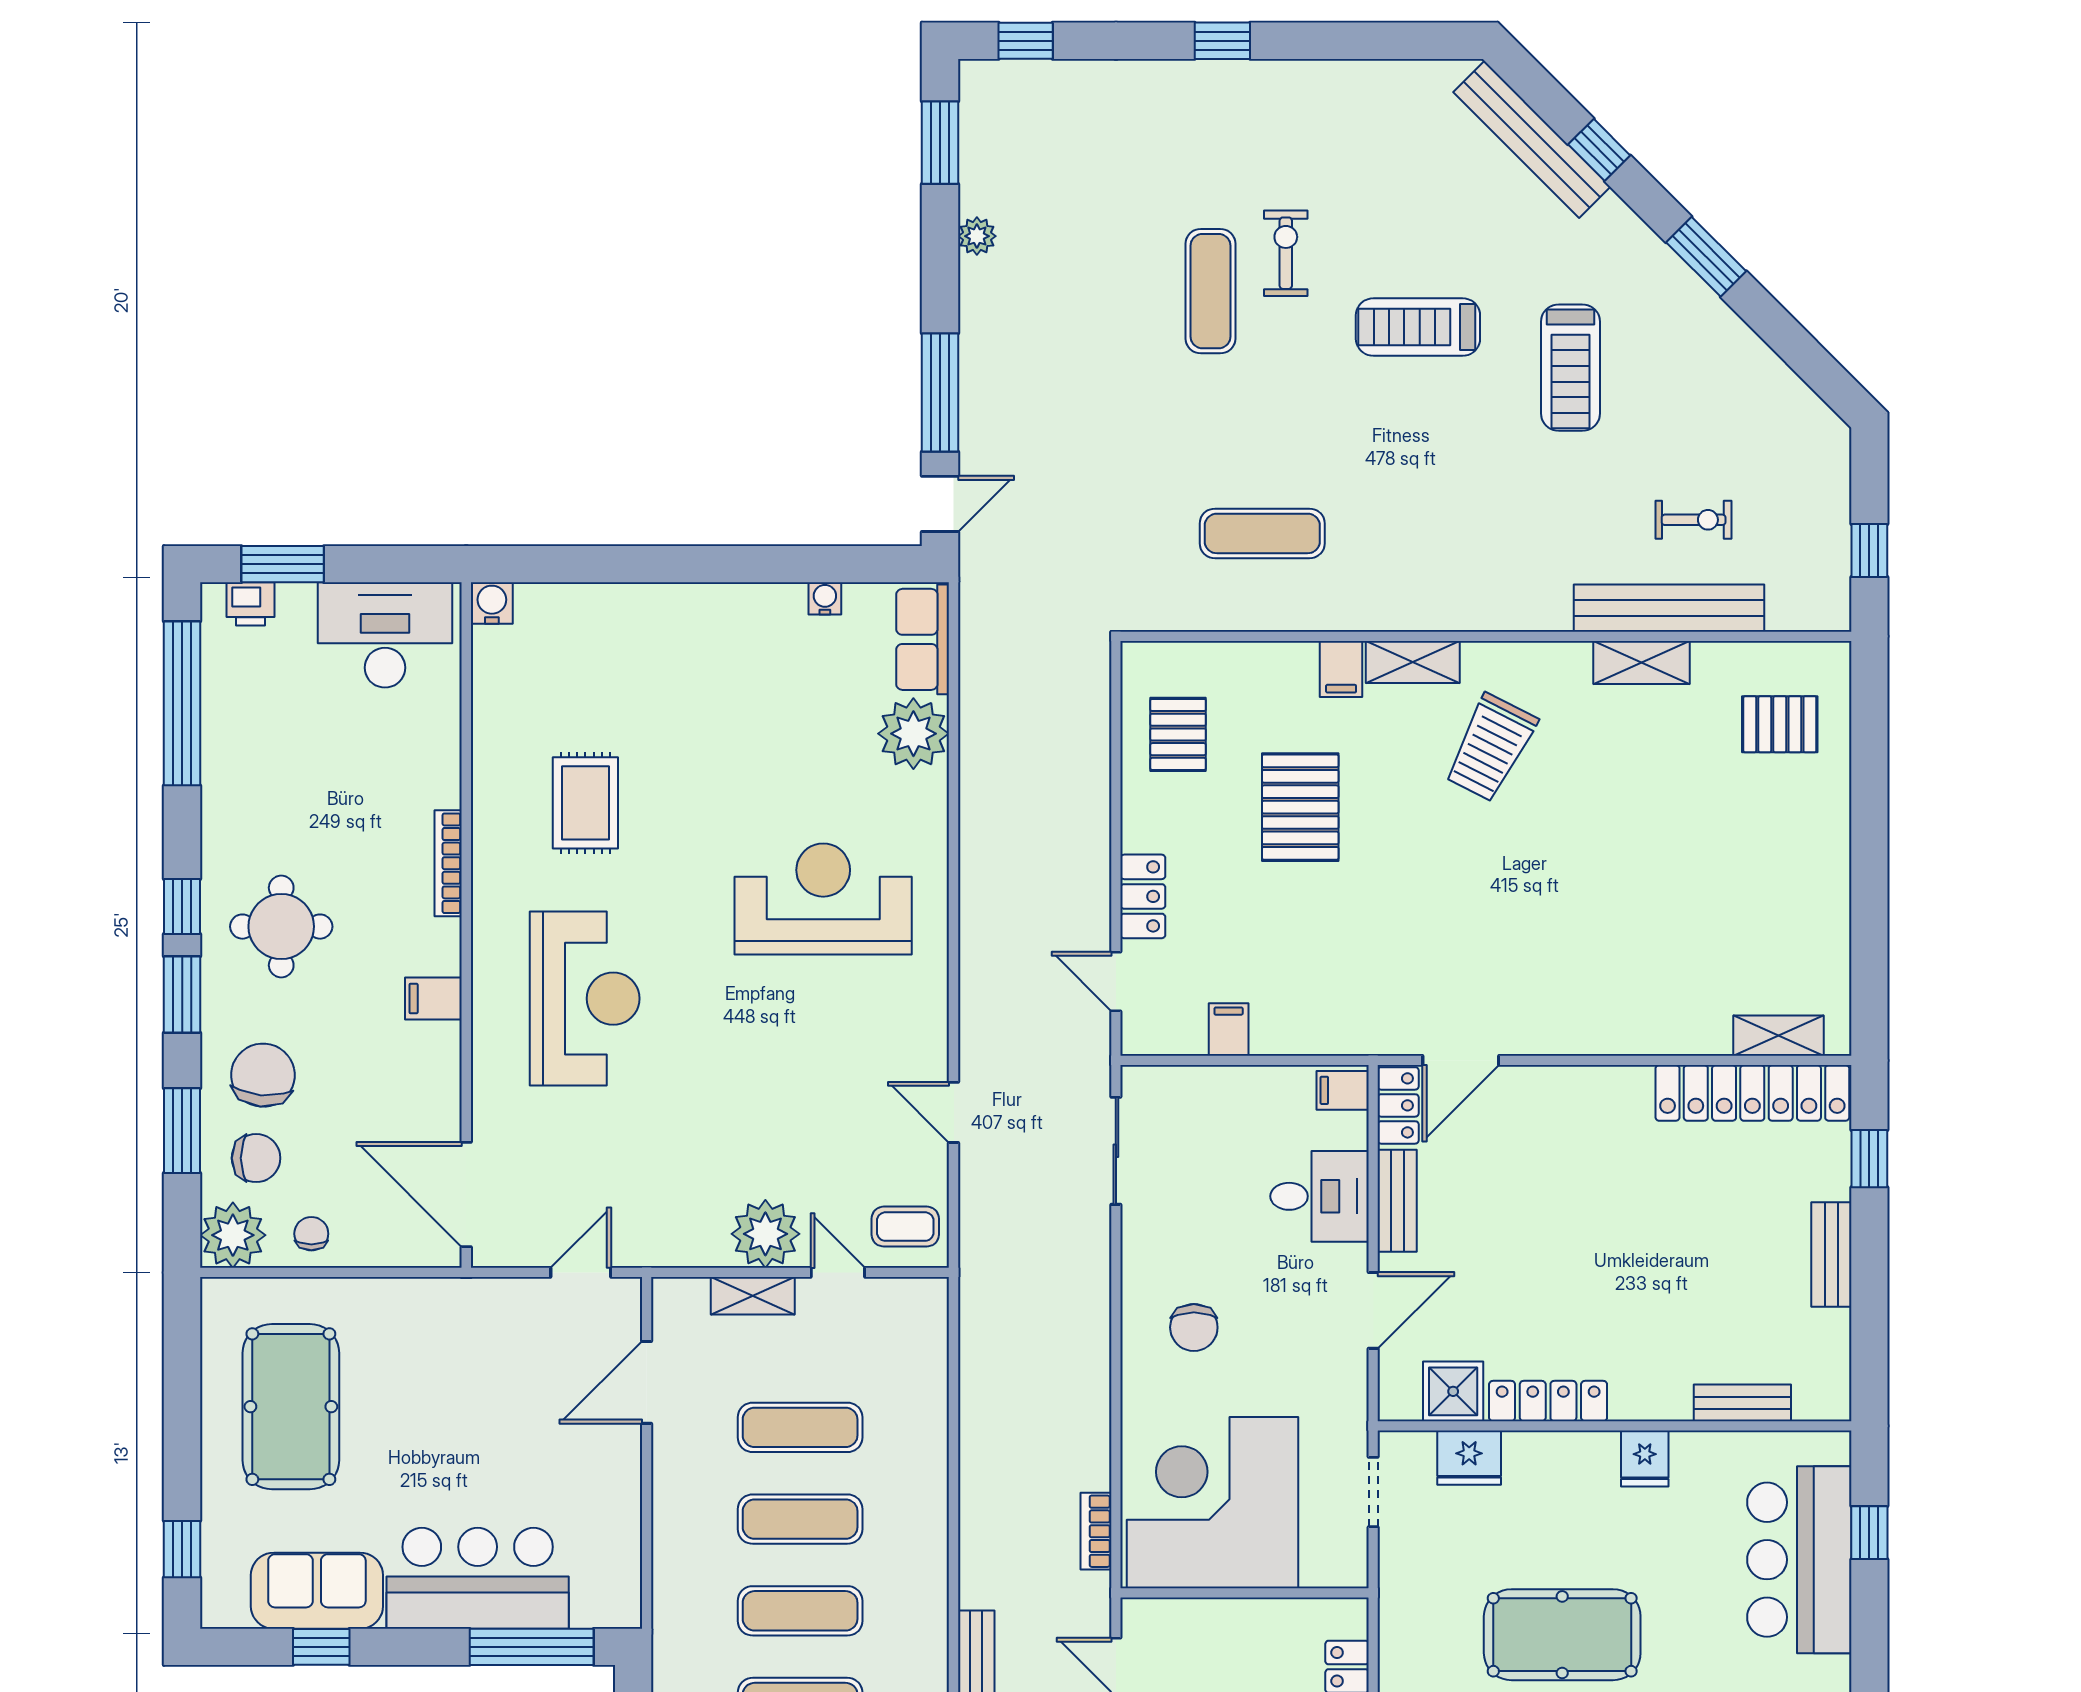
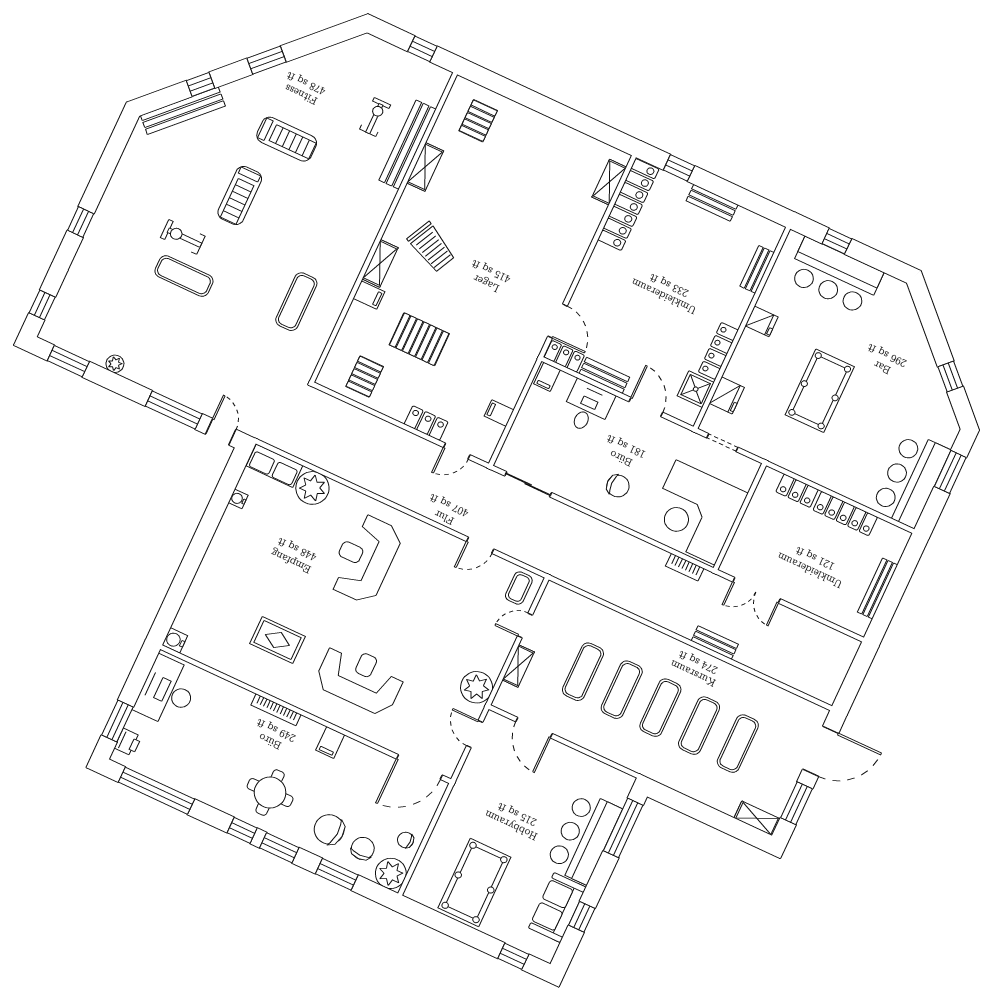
pallet: (1178, 734) -> (365, 377), turned 90
plant: (765, 1234) -> (477, 687), moved
pool table: (291, 1407) -> (474, 882), turned 90

